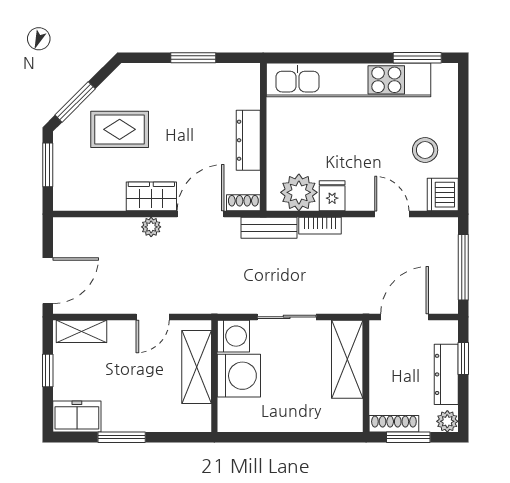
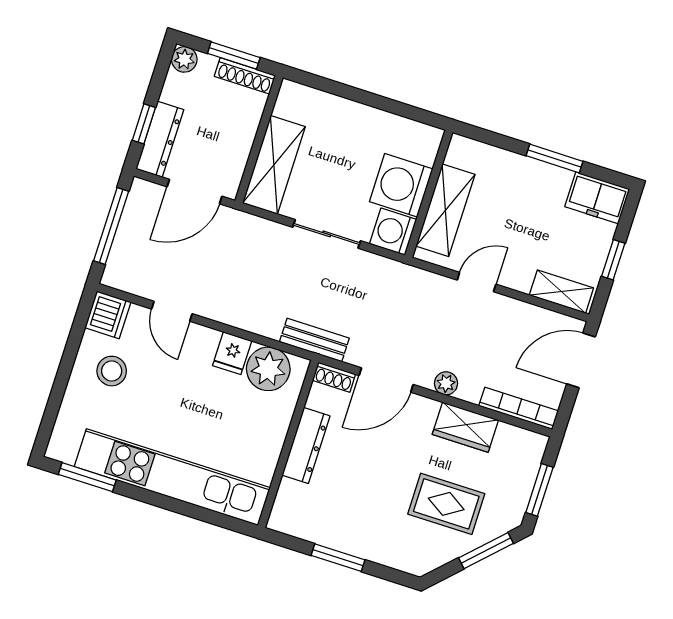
wardrobe: (151, 196) -> (465, 427), moved
bookcase: (320, 226) -> (519, 408), moved, width x1.56
dresser: (446, 374) -> (160, 139), moved

